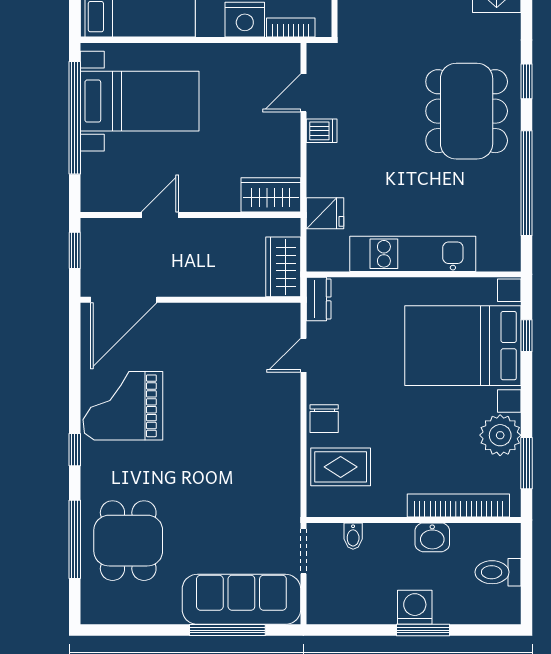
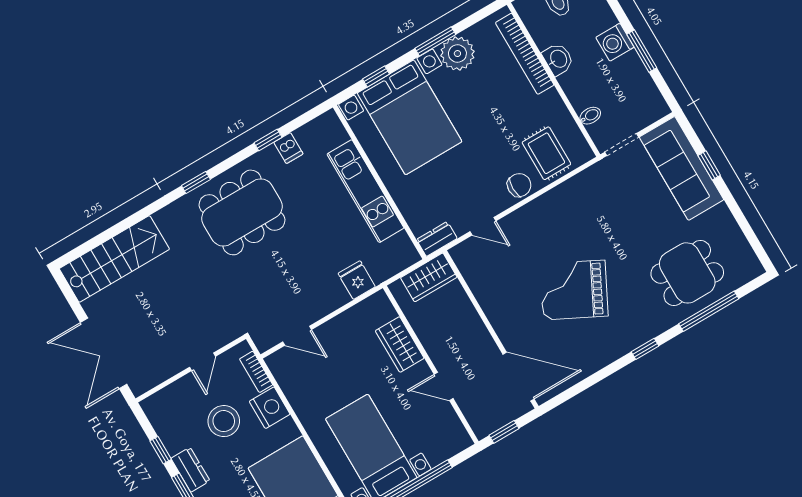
dishwasher: (322, 131) -> (288, 148), moved, turned 180
window: (526, 183) -> (268, 140), width x0.32
wardrobe: (271, 195) -> (400, 344), moved
fridge: (325, 213) -> (357, 280), moved
grand piano: (123, 406) -> (574, 290), moved, turned 117
window: (526, 463) -> (435, 41), moved
window: (227, 630) -> (709, 165), width x0.46
window: (423, 630) -> (642, 51), moved

